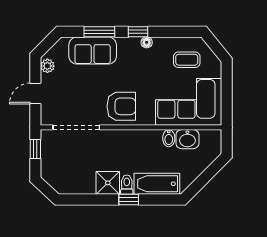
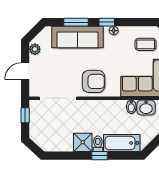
sofa: (93, 51) -> (78, 37), width x1.36

